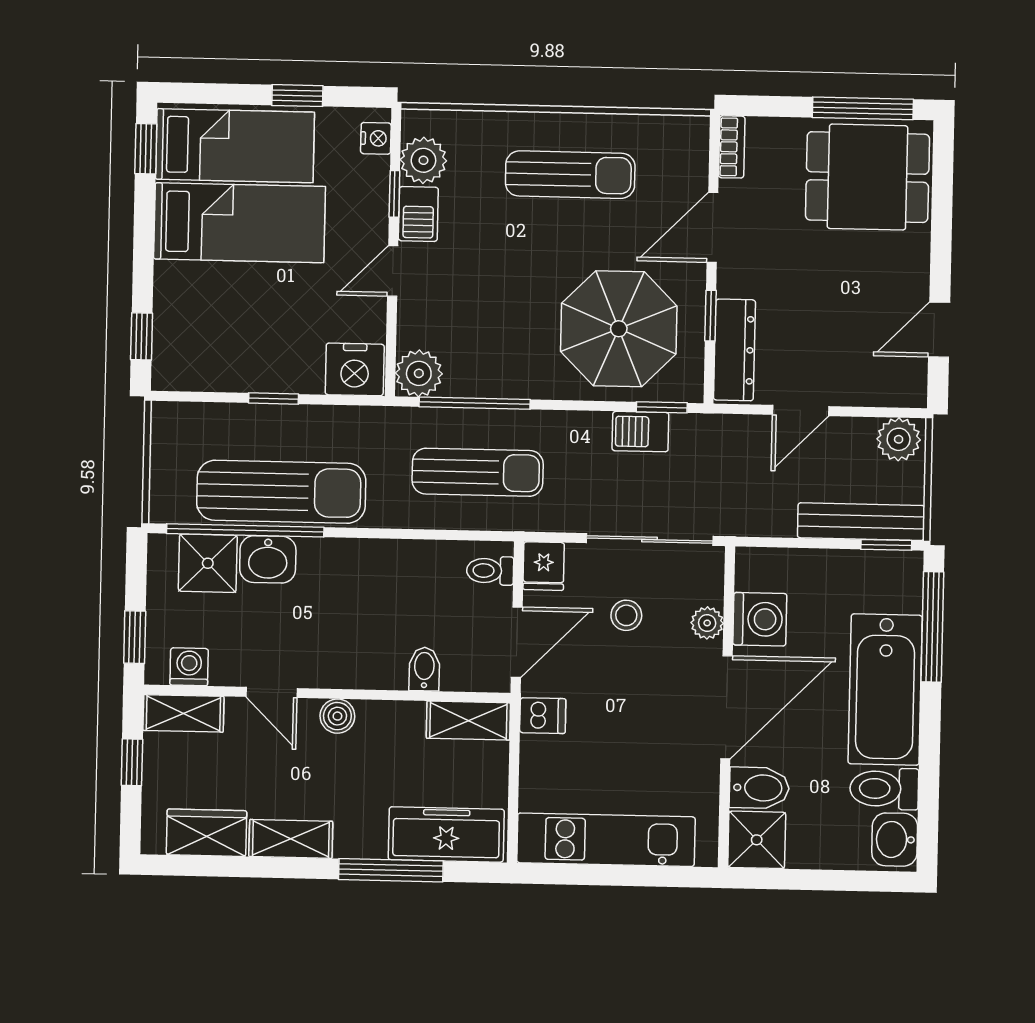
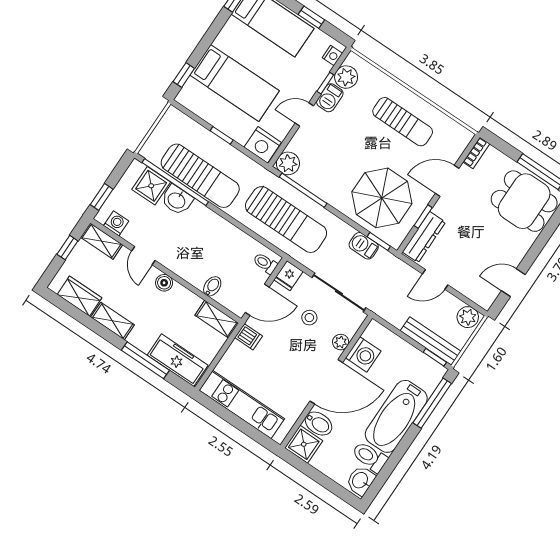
bed: (239, 223) -> (235, 83), moved
sun lounger: (478, 472) -> (286, 220), width x1.36, depth x1.34

